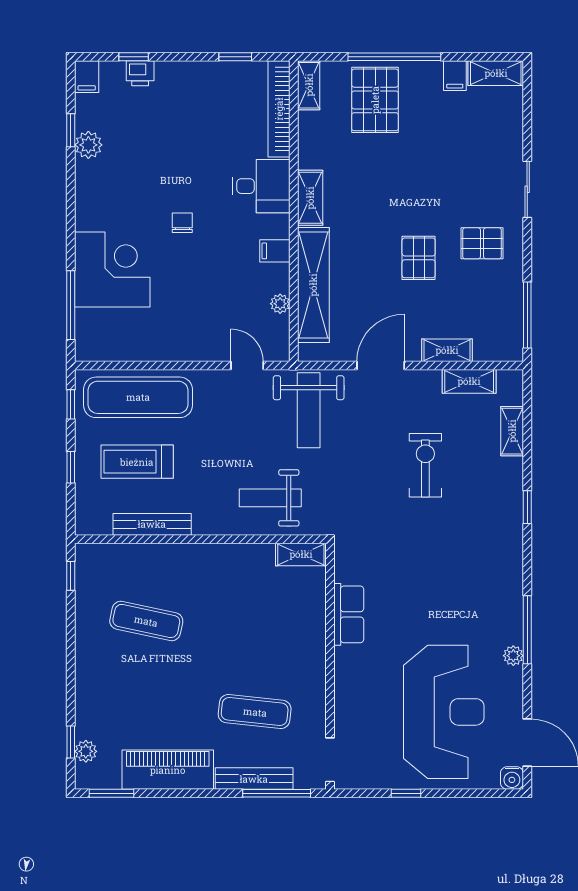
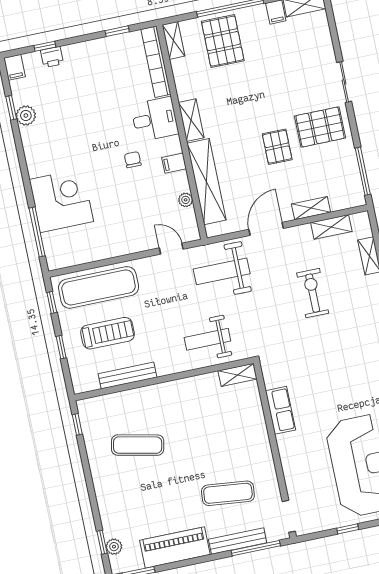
chair: (182, 223) -> (133, 160), moved
pallet: (482, 243) -> (320, 127), width x1.50, depth x1.42
weight bench: (309, 410) -> (222, 271), turned 90
treadmill: (137, 462) -> (108, 333), turned 180

